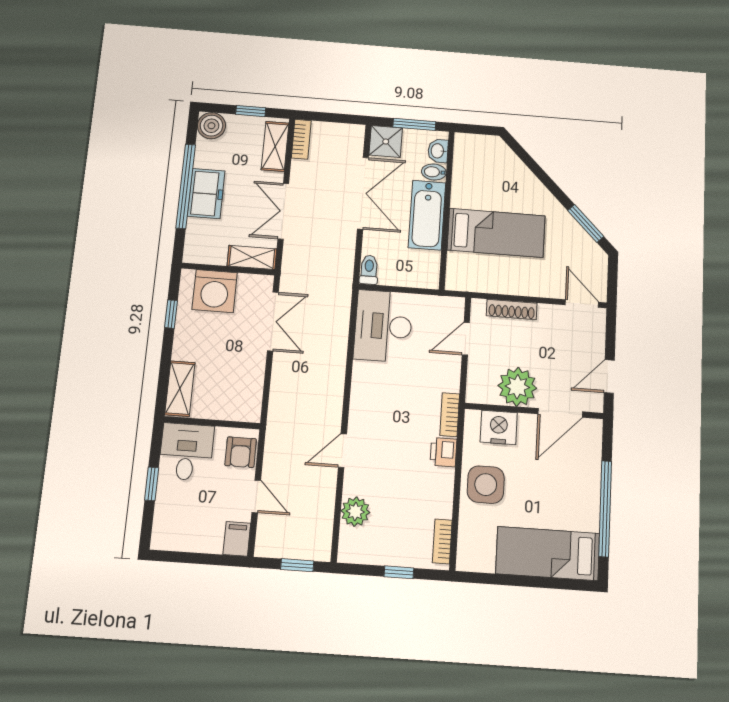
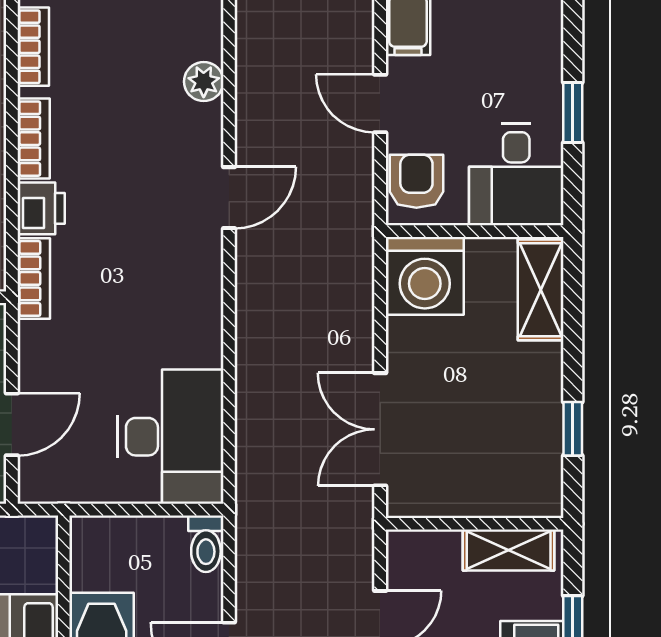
shelving: (252, 257) -> (509, 550), moved
washing machine: (215, 291) -> (425, 276), moved, turned 180
bookcase: (445, 490) -> (34, 139), added
plant: (355, 512) -> (204, 82), width x0.73, depth x0.73

